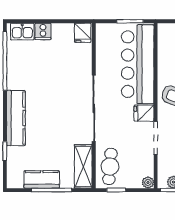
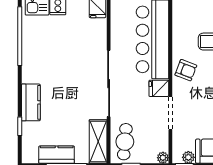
kitchen counter: (16, 118) -> (31, 102), width x0.67

